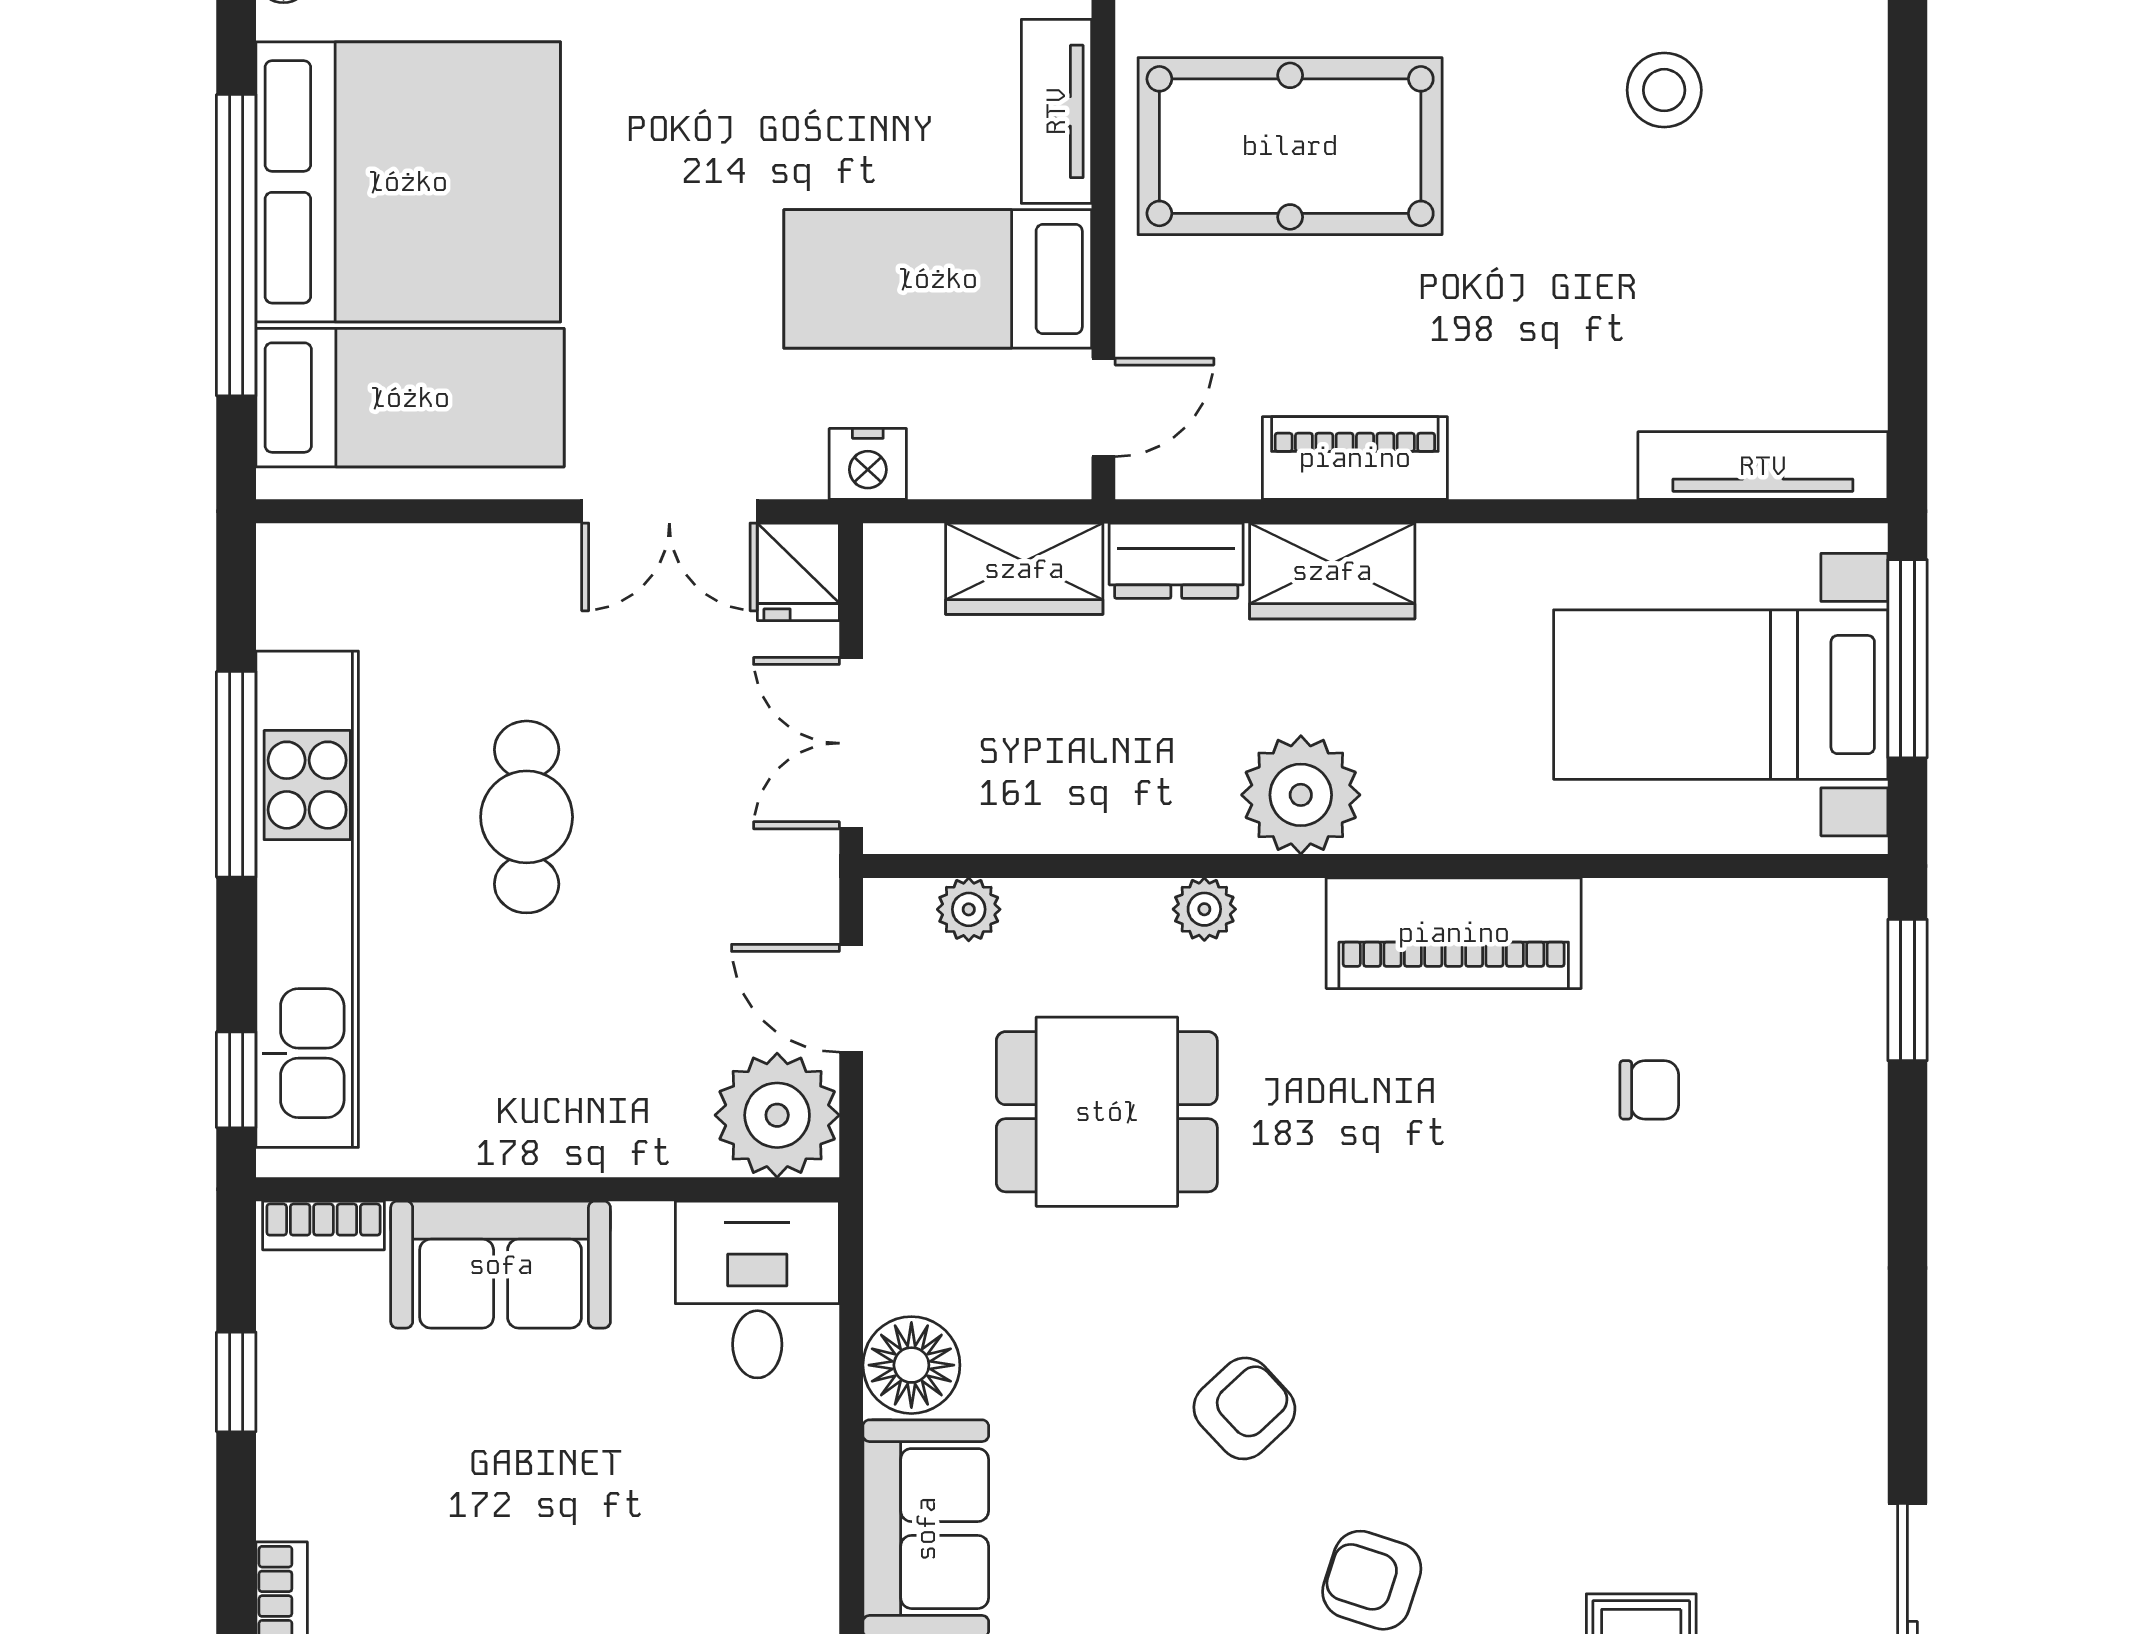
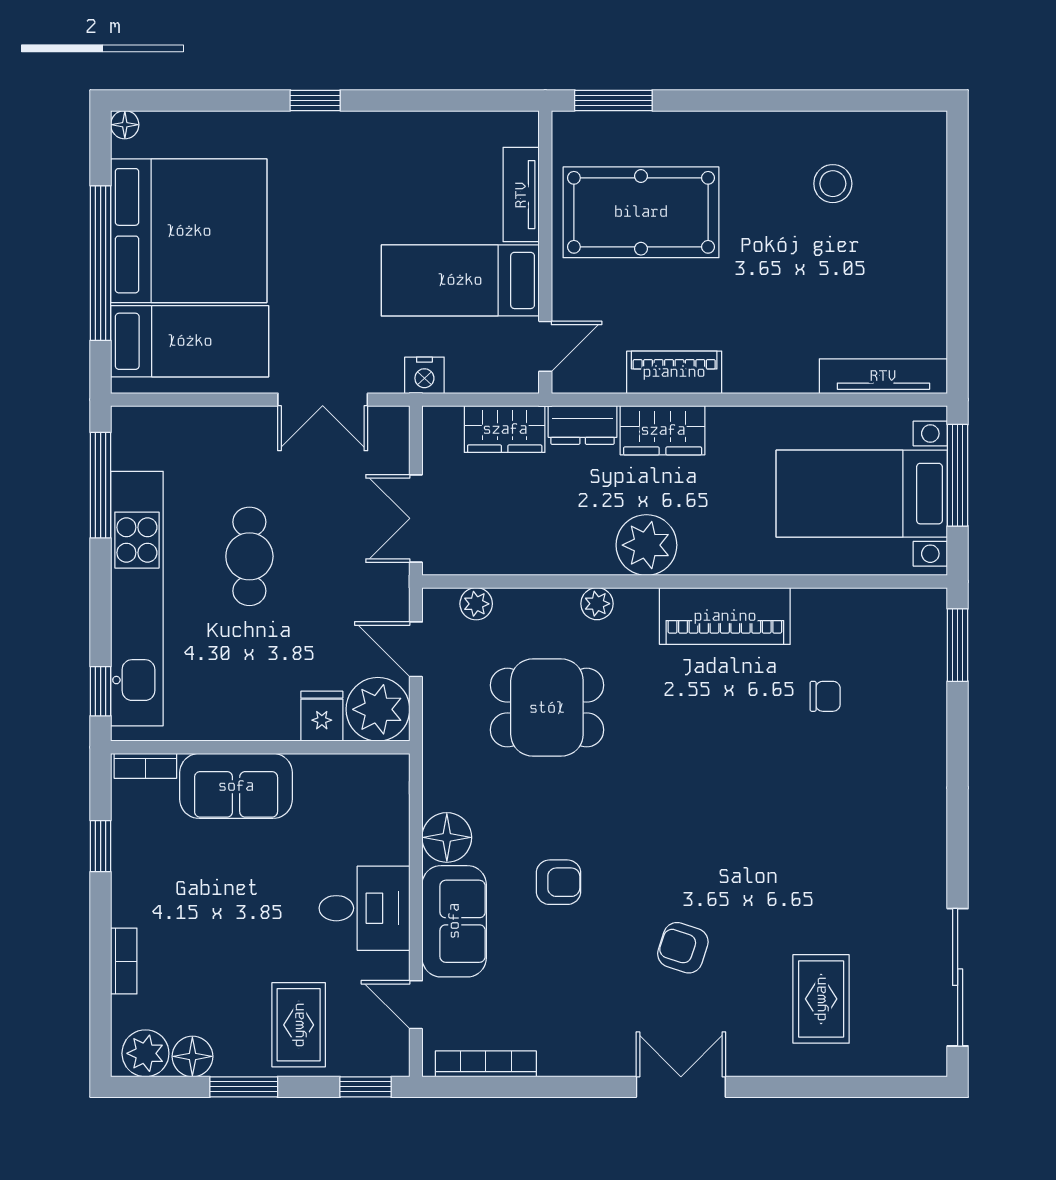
fridge: (798, 572) -> (322, 716), moved, turned 180
window: (236, 774) -> (101, 485), moved
desk: (757, 1289) -> (364, 908), moved, turned 90
armchair: (1244, 1408) -> (558, 882), moved, turned 43

